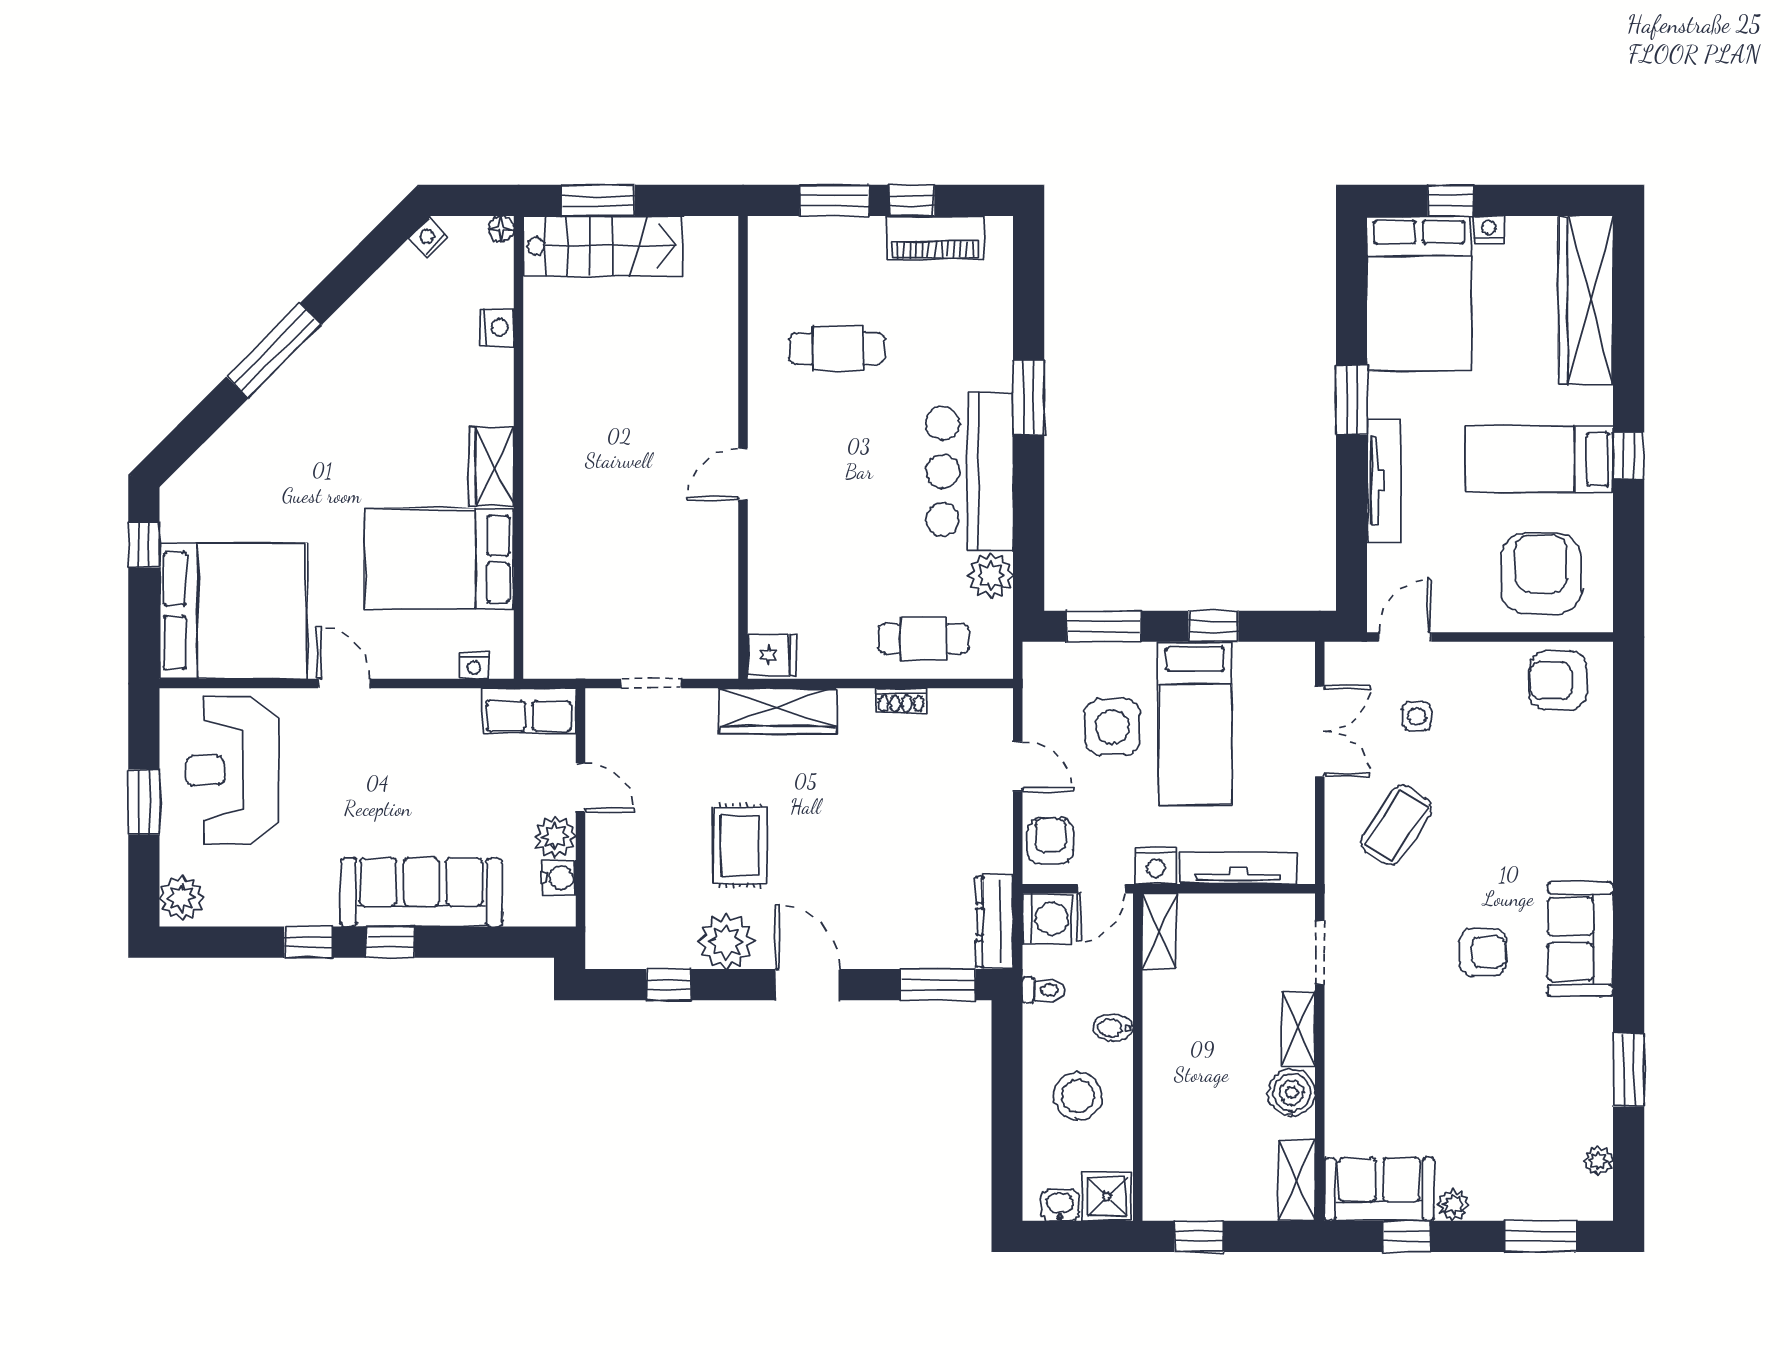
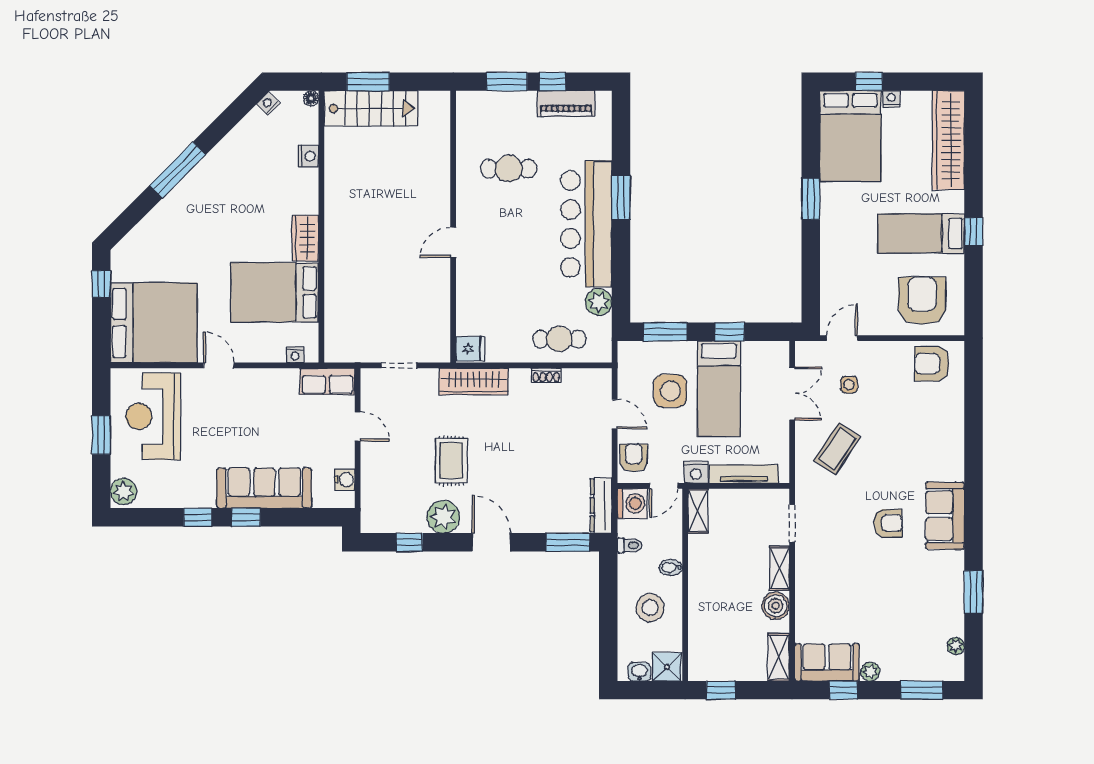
bar counter: (970, 471) -> (586, 224), width x1.36
tv unit: (1384, 481) -> (830, 246), removed
plant: (555, 836) -> (343, 455), removed

